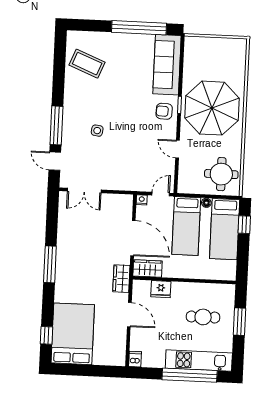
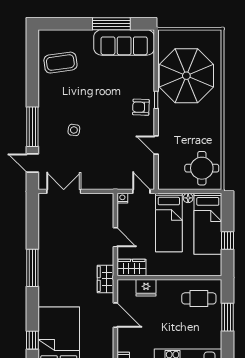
window: (139, 28) -> (111, 24), width x0.68
coffee table: (87, 64) -> (60, 63), turned -30
sofa: (167, 65) -> (124, 42), moved, turned -90
parasol: (212, 108) -> (186, 76), moved
double door: (84, 190) -> (64, 191), swing flipped
door: (161, 194) -> (141, 191), hinge flipped
window: (244, 225) -> (227, 240), moved
door: (133, 238) -> (115, 237), width x0.53
cafe table: (203, 317) -> (199, 298), moved

